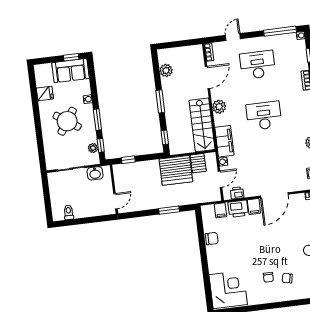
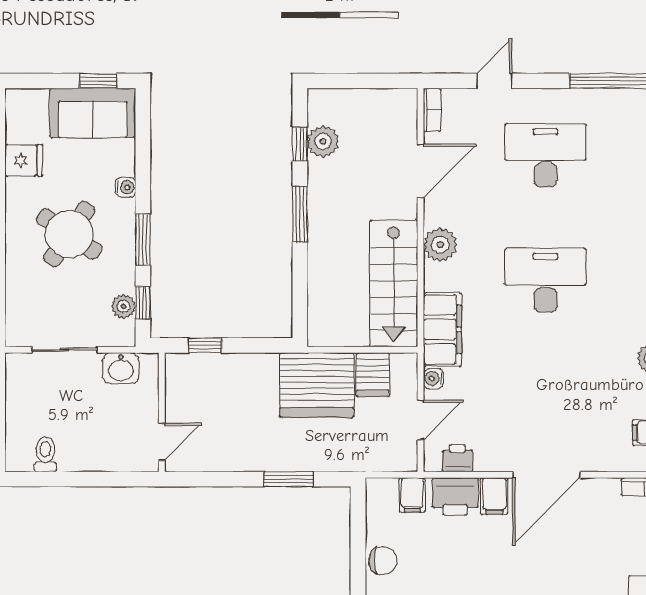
window: (165, 137) -> (300, 144), moved

